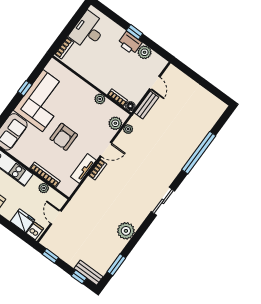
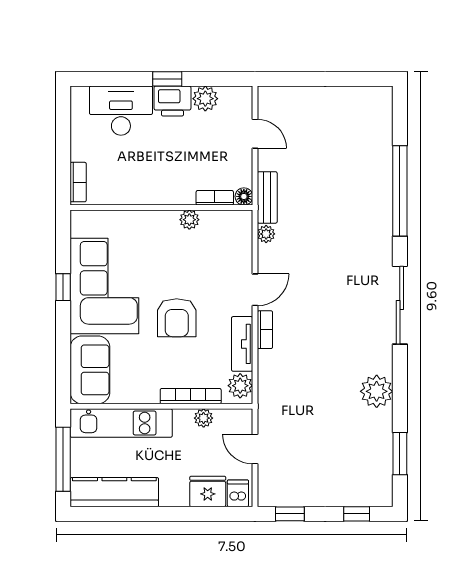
desk: (88, 31) -> (121, 111), moved, turned 90
bench: (147, 105) -> (267, 197), moved
plant: (115, 123) -> (240, 386), moved
sliding door: (163, 201) -> (400, 305), width x1.37
bench: (88, 273) -> (366, 497), removed

